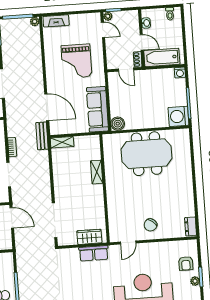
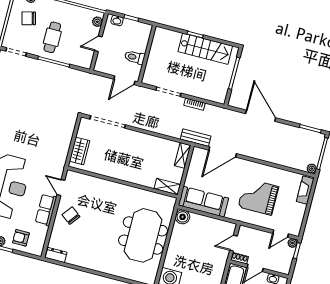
shelving: (97, 172) -> (167, 187), moved
row of seats: (94, 253) -> (46, 210), moved

